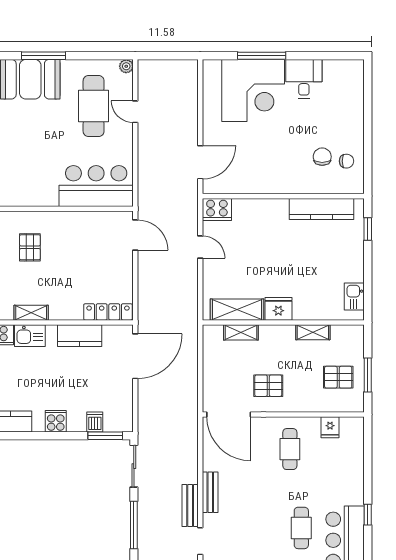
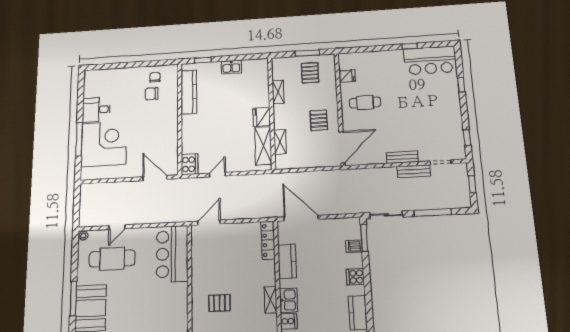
kitchen sink: (354, 297) -> (231, 67), moved
cafe table: (301, 528) -> (424, 91), removed

